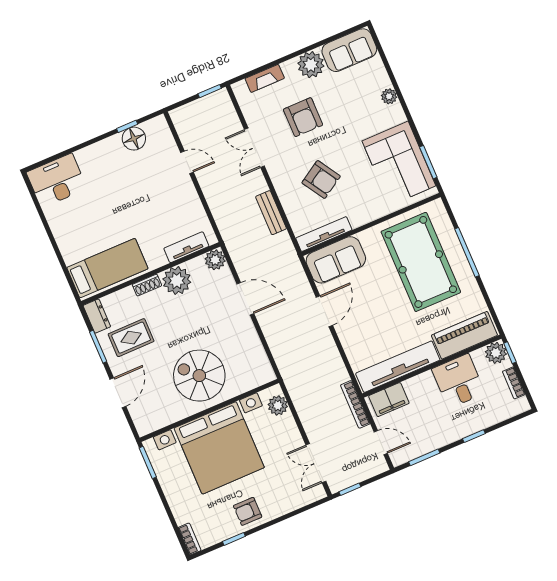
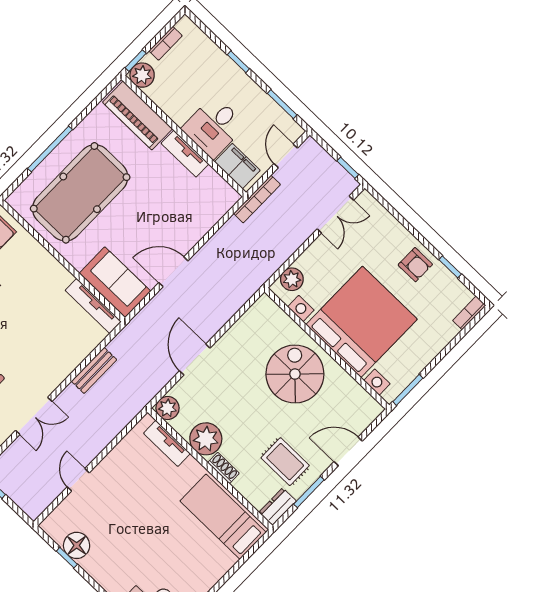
armchair: (321, 179) -> (38, 333), removed
tv unit: (398, 367) -> (185, 154), width x0.52, depth x0.78
spiral stairs: (199, 376) -> (295, 374), turned 180
desk: (458, 381) -> (214, 127), moved

